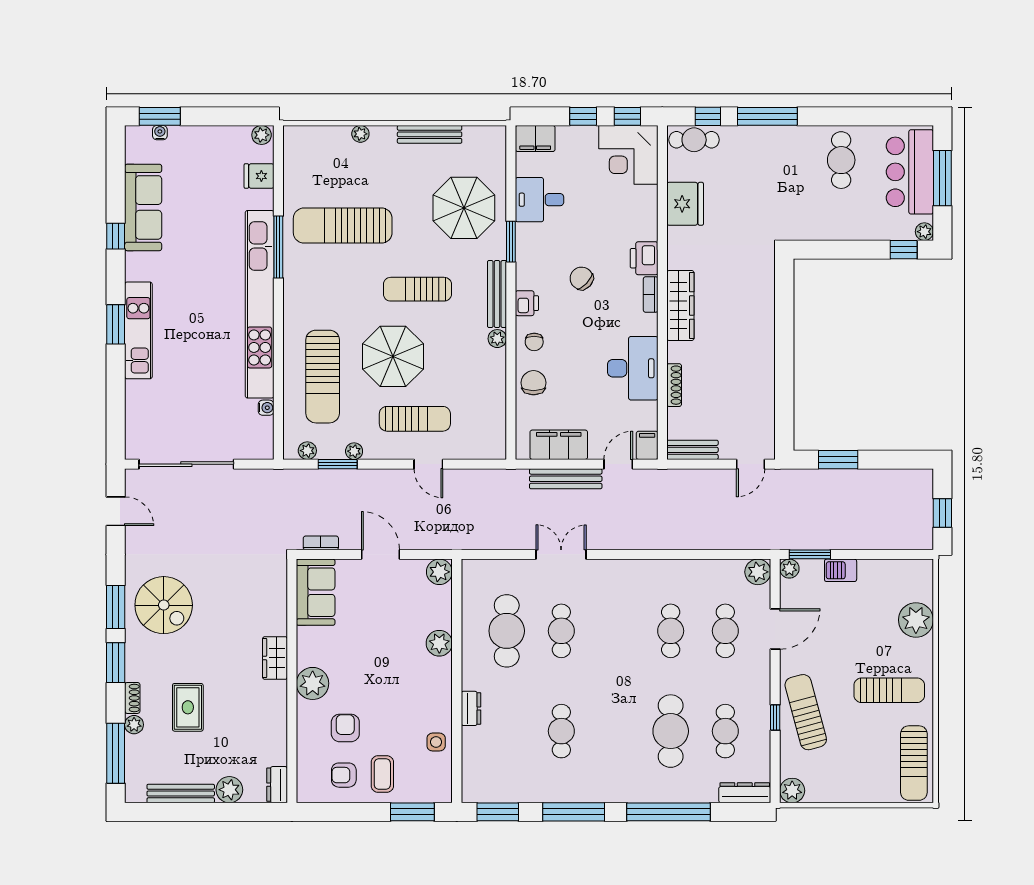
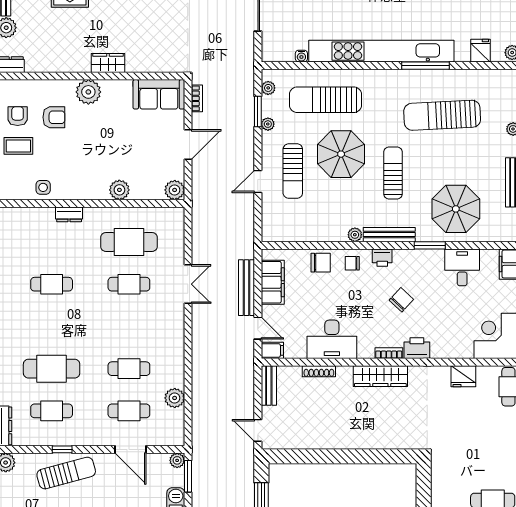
fridge: (685, 204) -> (463, 376), width x0.73, depth x0.75
sun lounger: (343, 226) -> (442, 115), turned -93
plant: (758, 572) -> (175, 398), moved

